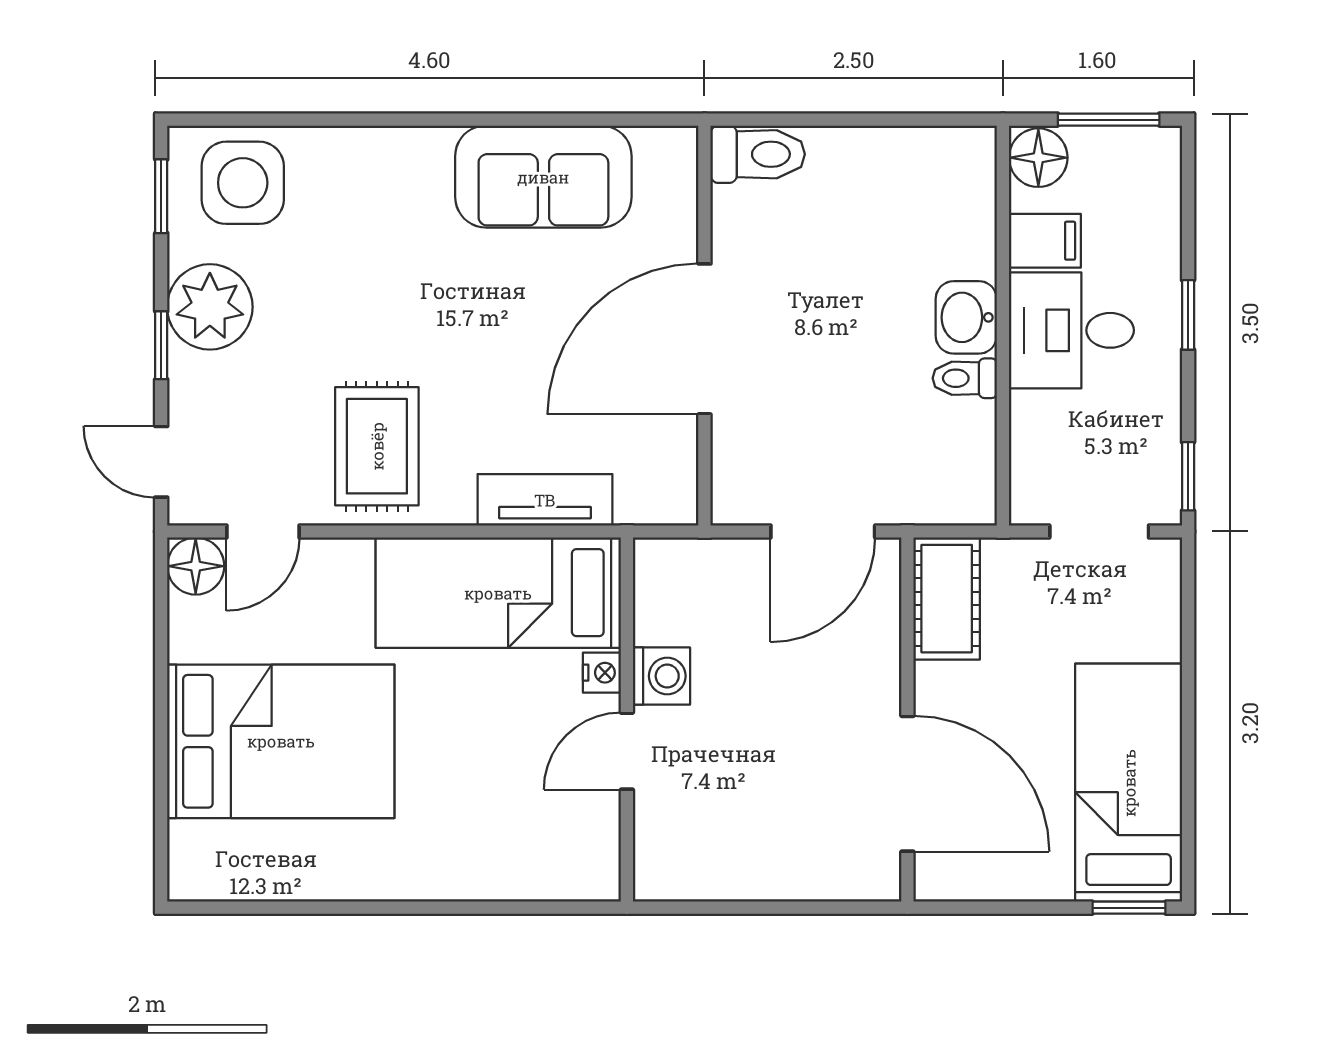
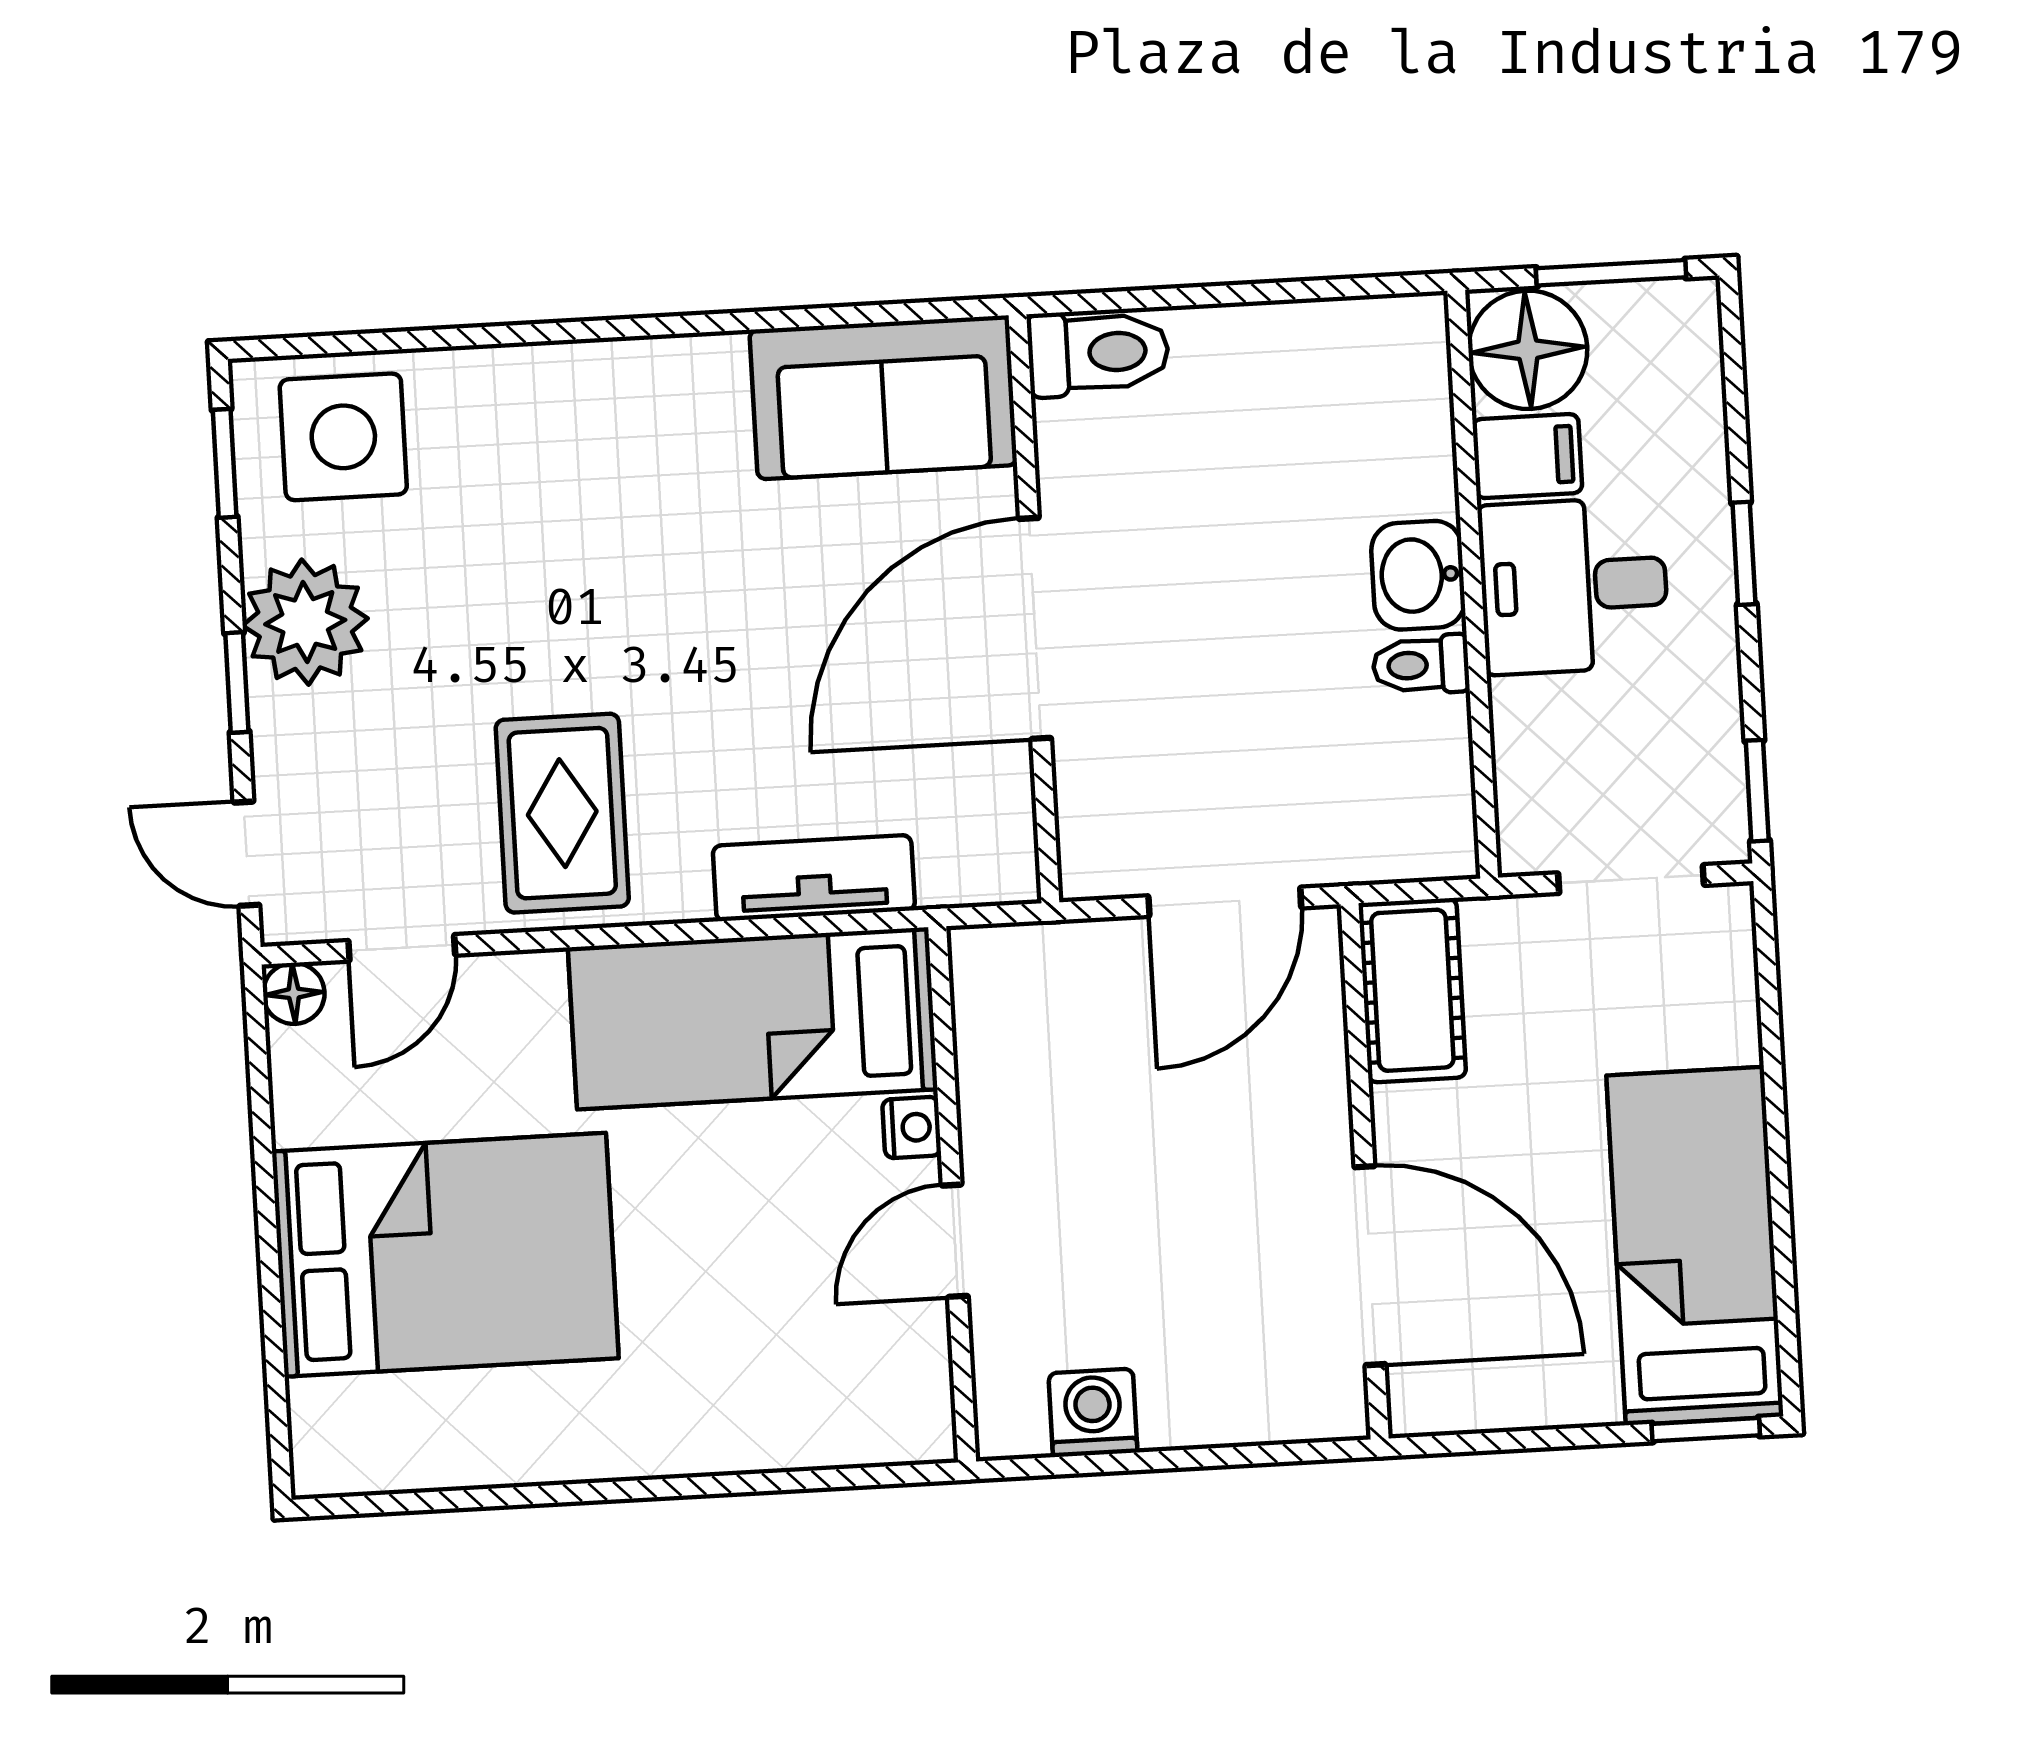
floor lamp: (1038, 158) -> (1528, 350), width x1.38, depth x1.38
sofa: (543, 177) -> (883, 397), moved
floor lamp: (196, 566) -> (294, 993), width x0.73, depth x0.73
washing machine: (661, 676) -> (1093, 1413), moved, turned -90

